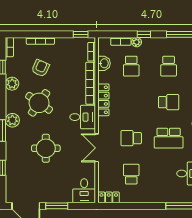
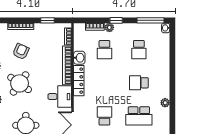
window: (81, 34) -> (48, 20), moved
washbasin: (104, 63) -> (79, 58), moved
school desk: (169, 102) -> (139, 83), turned 180
school desk: (131, 138) -> (104, 116), turned 90

